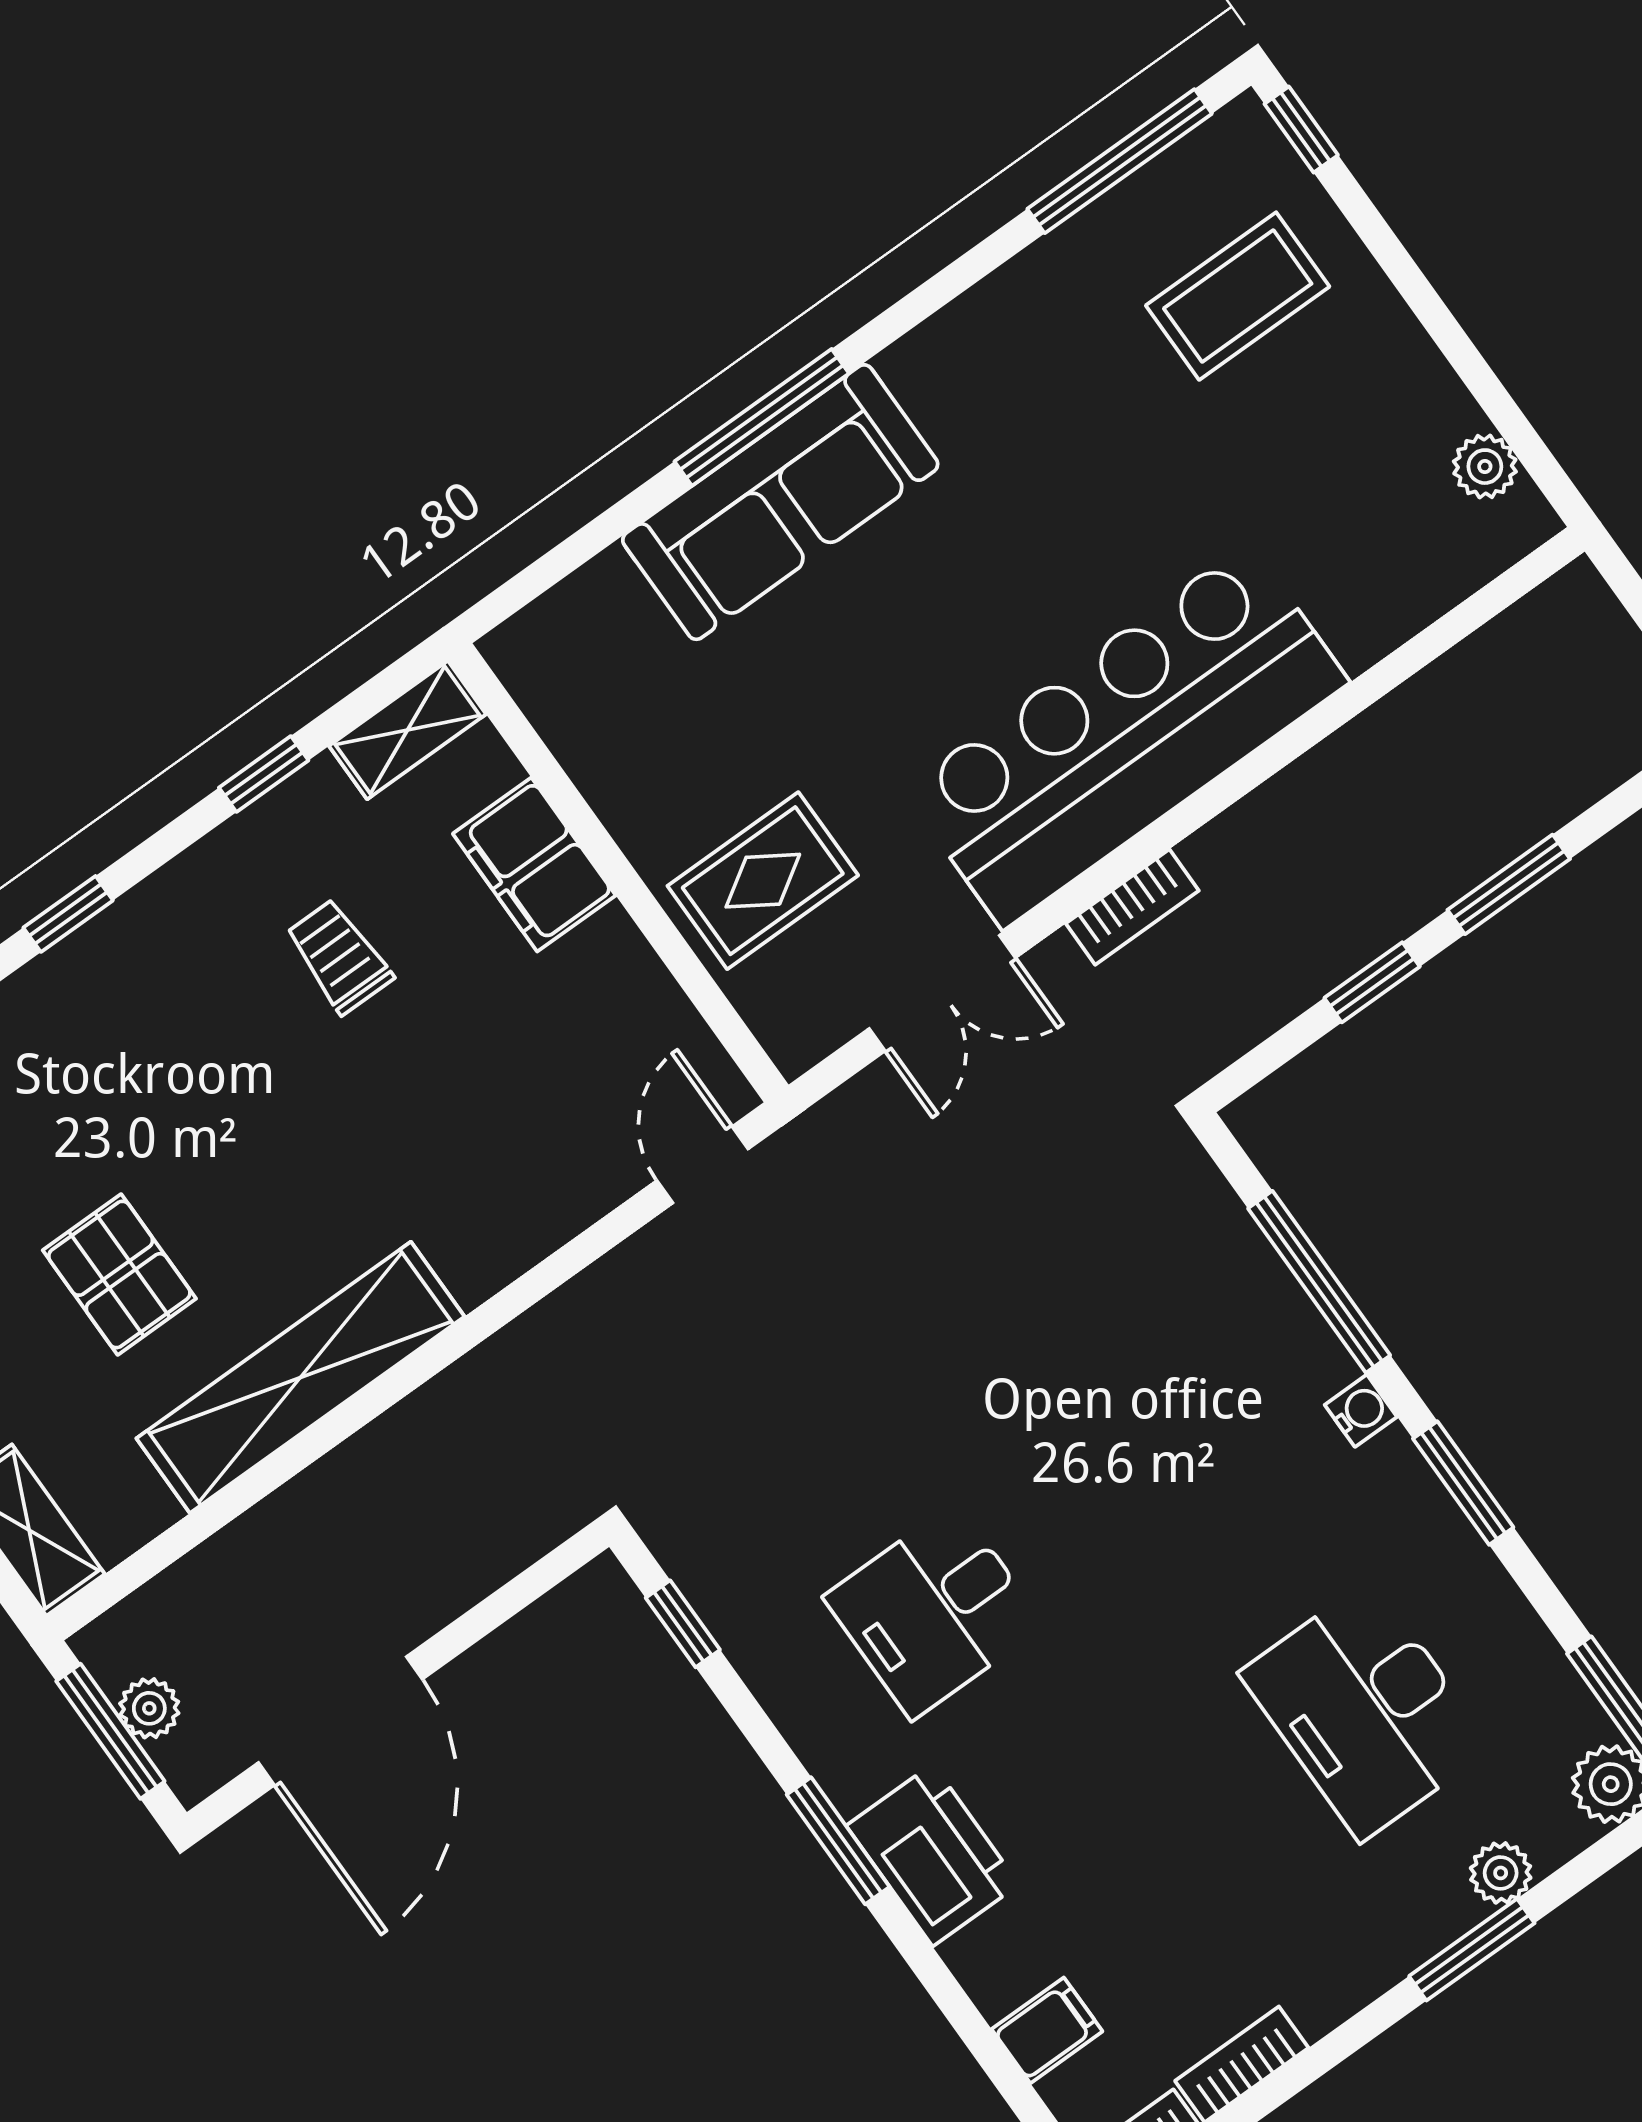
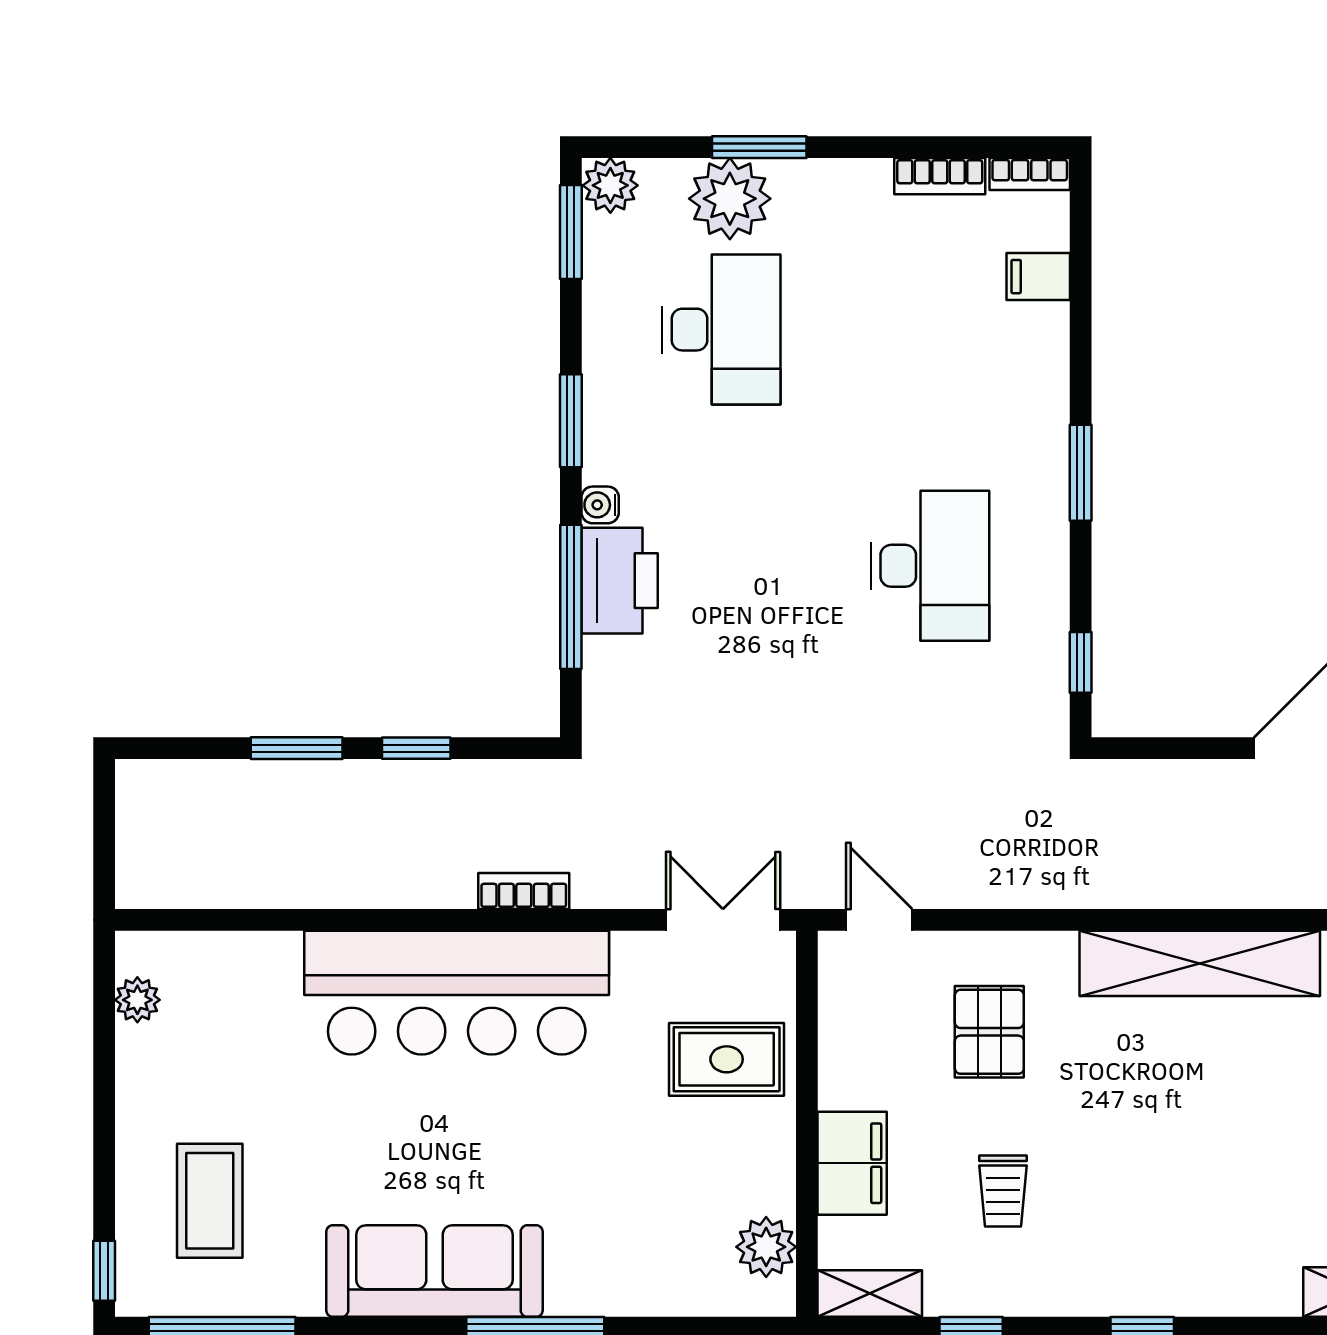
coffee table: (1238, 296) -> (210, 1201), turned 90
sofa: (780, 502) -> (434, 1271), moved
plant: (564, 698) -> (766, 1247), added
double door: (942, 993) -> (723, 920), moved
door: (703, 1165) -> (879, 920), swing flipped
pallet: (119, 1274) -> (989, 1032), moved
desk: (934, 1611) -> (930, 566), width x1.37
printer: (933, 1855) -> (620, 581), moved, turned 180
plant: (1501, 1873) -> (730, 199), width x1.87, depth x1.87

